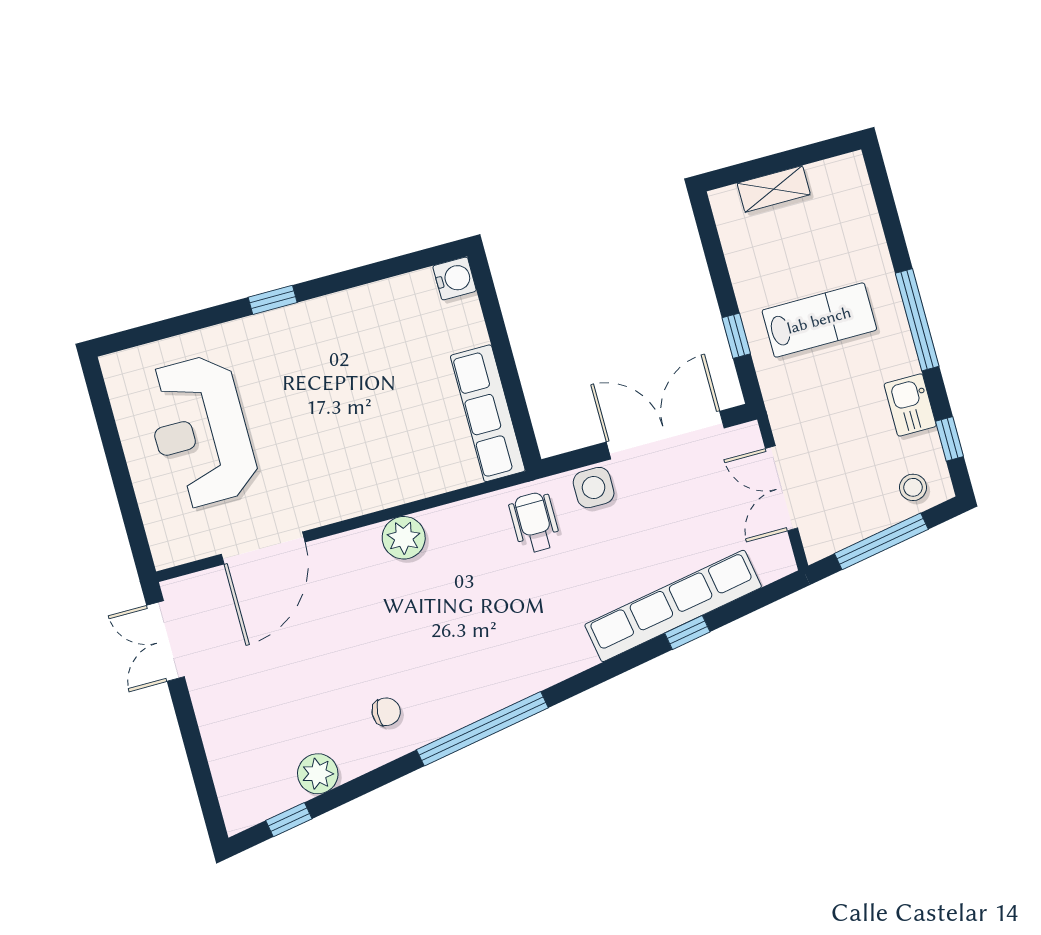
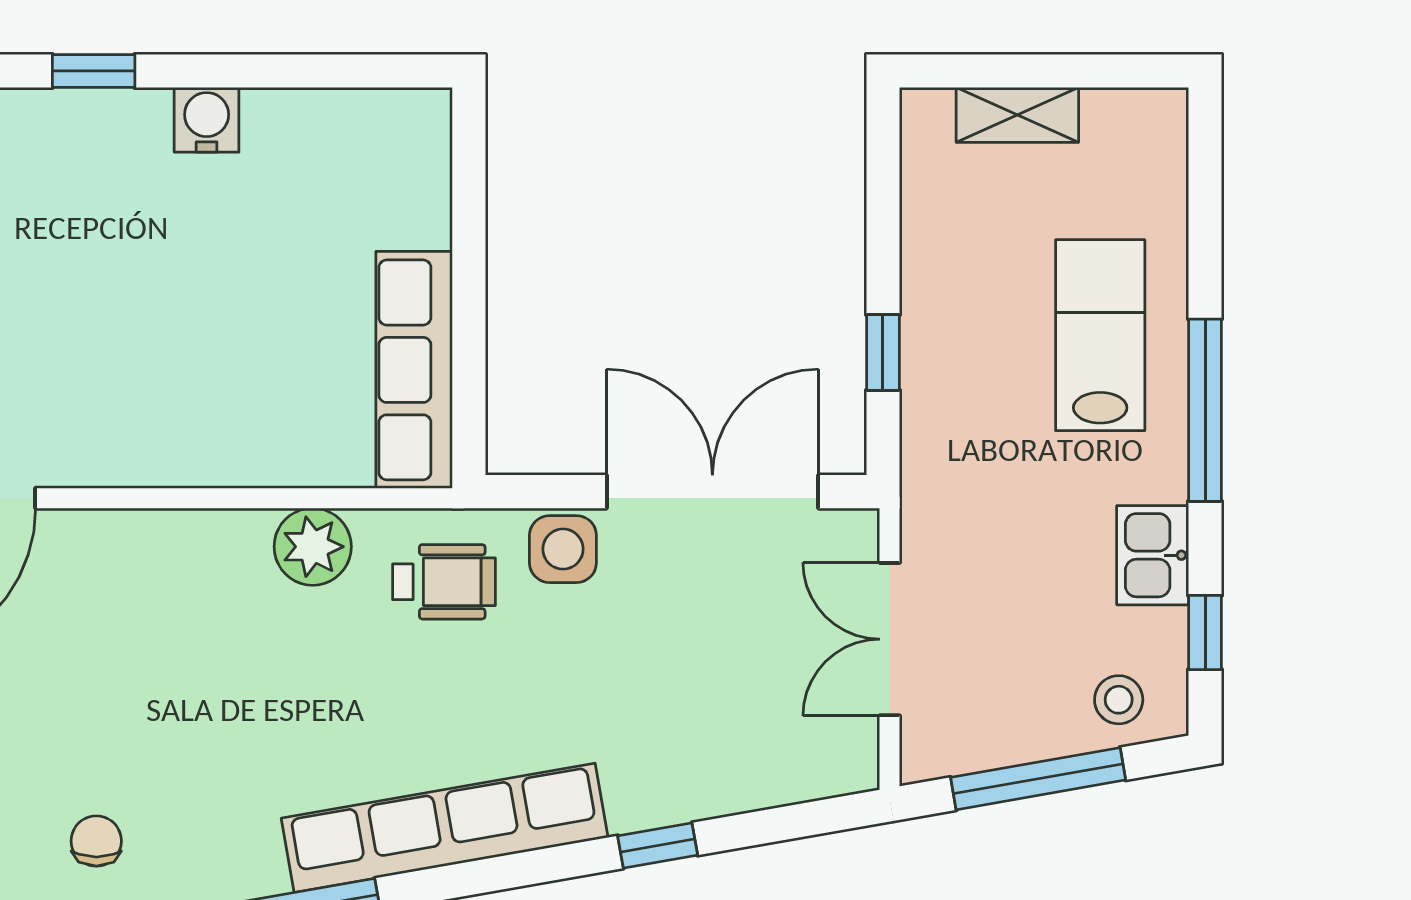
water cooler: (455, 278) -> (207, 120), moved, turned -90
lab bench: (819, 320) -> (1100, 335), moved, turned -90
wheelchair: (535, 522) -> (444, 582), turned 90
plant: (404, 538) -> (313, 547), moved
row of seats: (673, 606) -> (445, 828), moved
chair: (386, 712) -> (96, 841), turned -94

